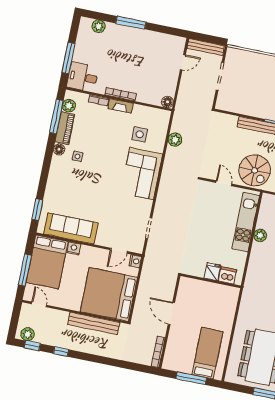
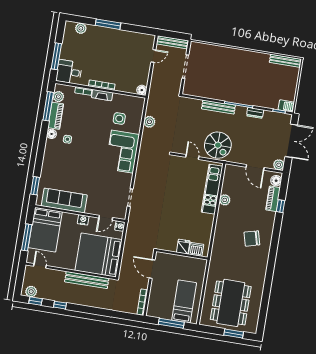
nightstand: (74, 248) -> (83, 220), moved
fridge: (212, 272) -> (183, 247), moved
dishwasher: (228, 276) -> (196, 249), moved
wall: (211, 281) -> (182, 254), moved

